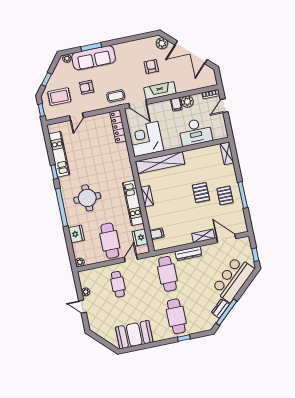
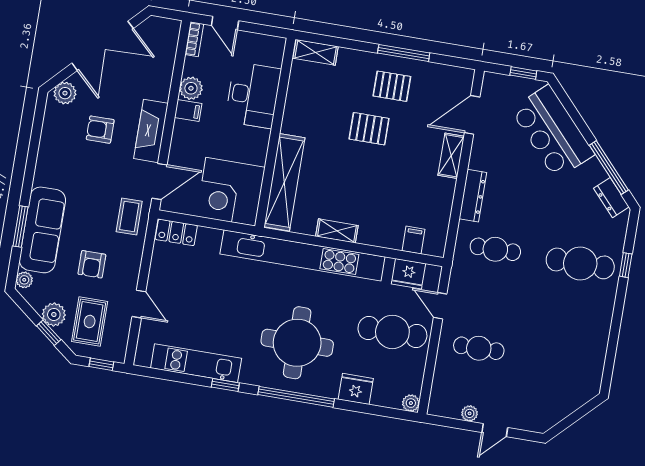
plant: (56, 79) -> (54, 314), added
locker: (118, 126) -> (176, 232), width x0.66
round table: (87, 198) -> (297, 343), width x1.36, depth x1.36
kitchen unit: (133, 203) -> (302, 255), width x1.86
cafe table: (167, 274) -> (495, 249), width x0.73, depth x0.74
dresser: (220, 308) -> (611, 198), moved
booth: (134, 335) -> (584, 354), removed

